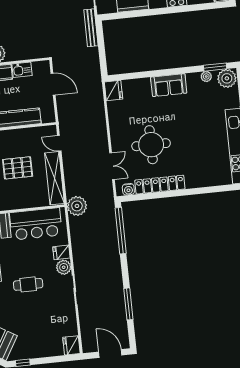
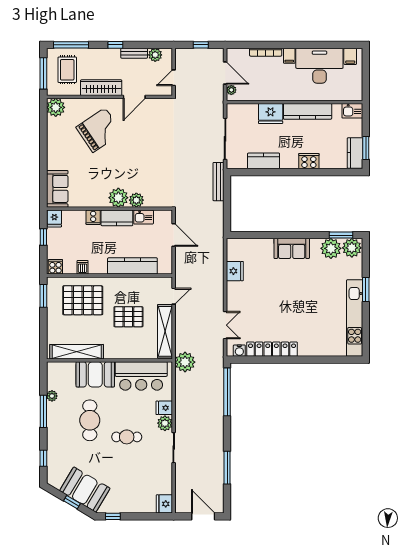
plant: (13, 54) -> (136, 200), added
plant: (206, 76) -> (331, 248), width x1.87, depth x1.87
fridge: (114, 90) -> (235, 271), moved
door: (59, 143) -> (174, 296), swing flipped
round table: (151, 145) -> (267, 307), removed

